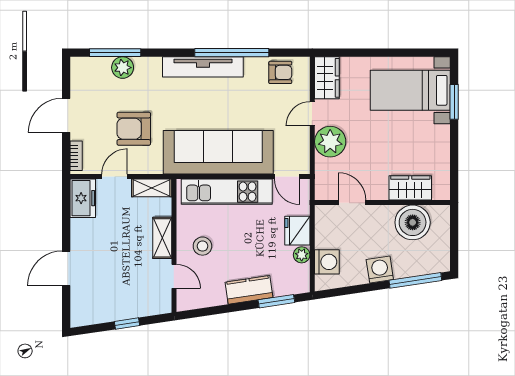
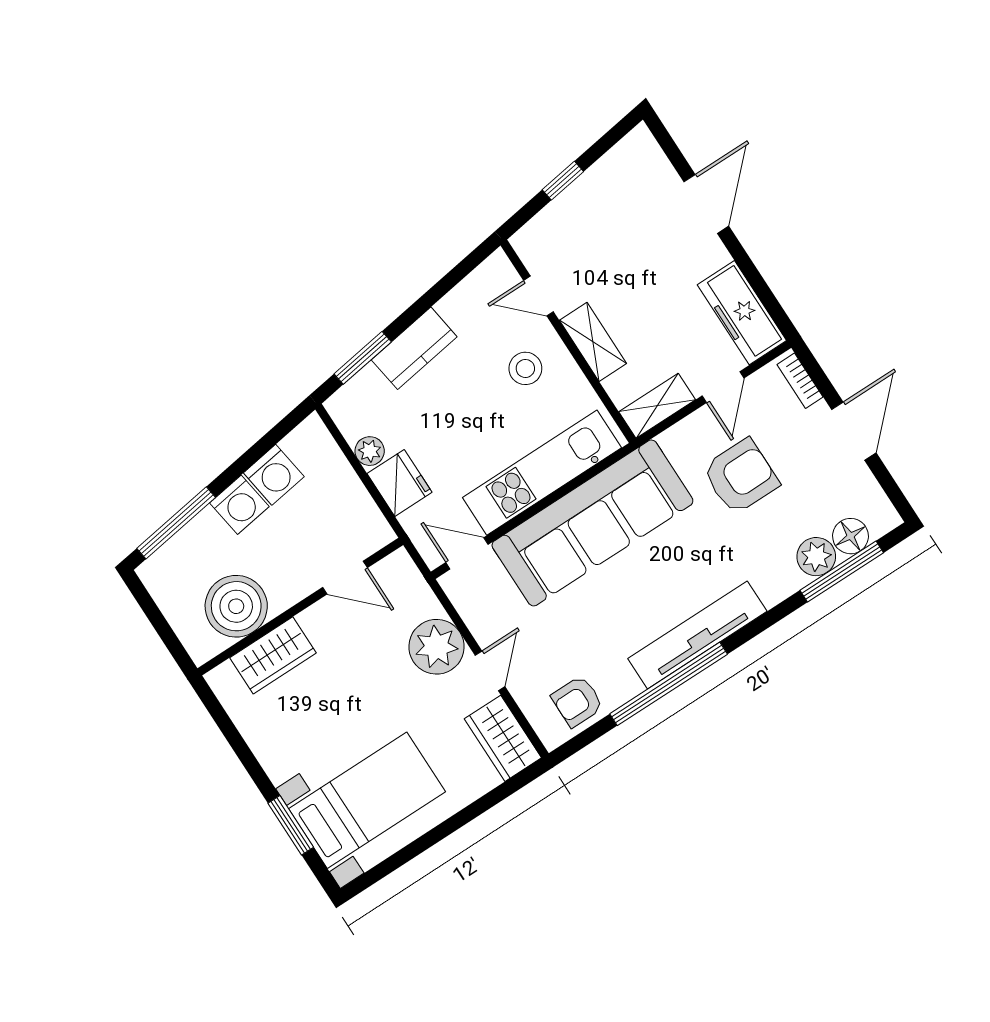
floor lamp: (100, 67) -> (850, 536), added
freezer: (83, 198) -> (742, 313), width x1.40
washing machine: (327, 262) -> (274, 475), moved, turned -99

